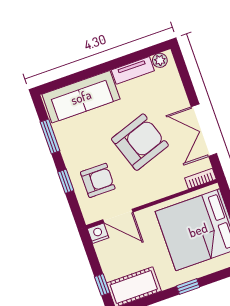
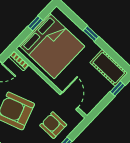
nightstand: (98, 233) -> (86, 108), removed

